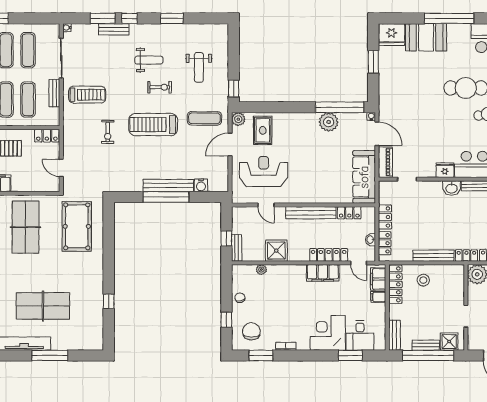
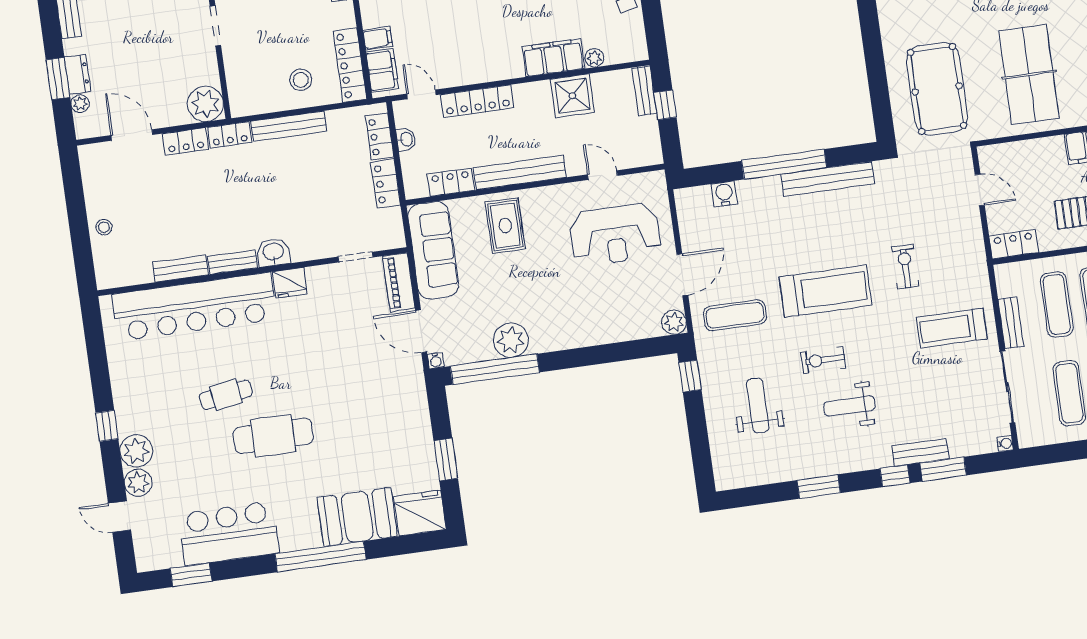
rug: (263, 130) -> (505, 226), moved
bench: (168, 186) -> (828, 179), moved
filing cabinet: (323, 273) -> (553, 58), moved

